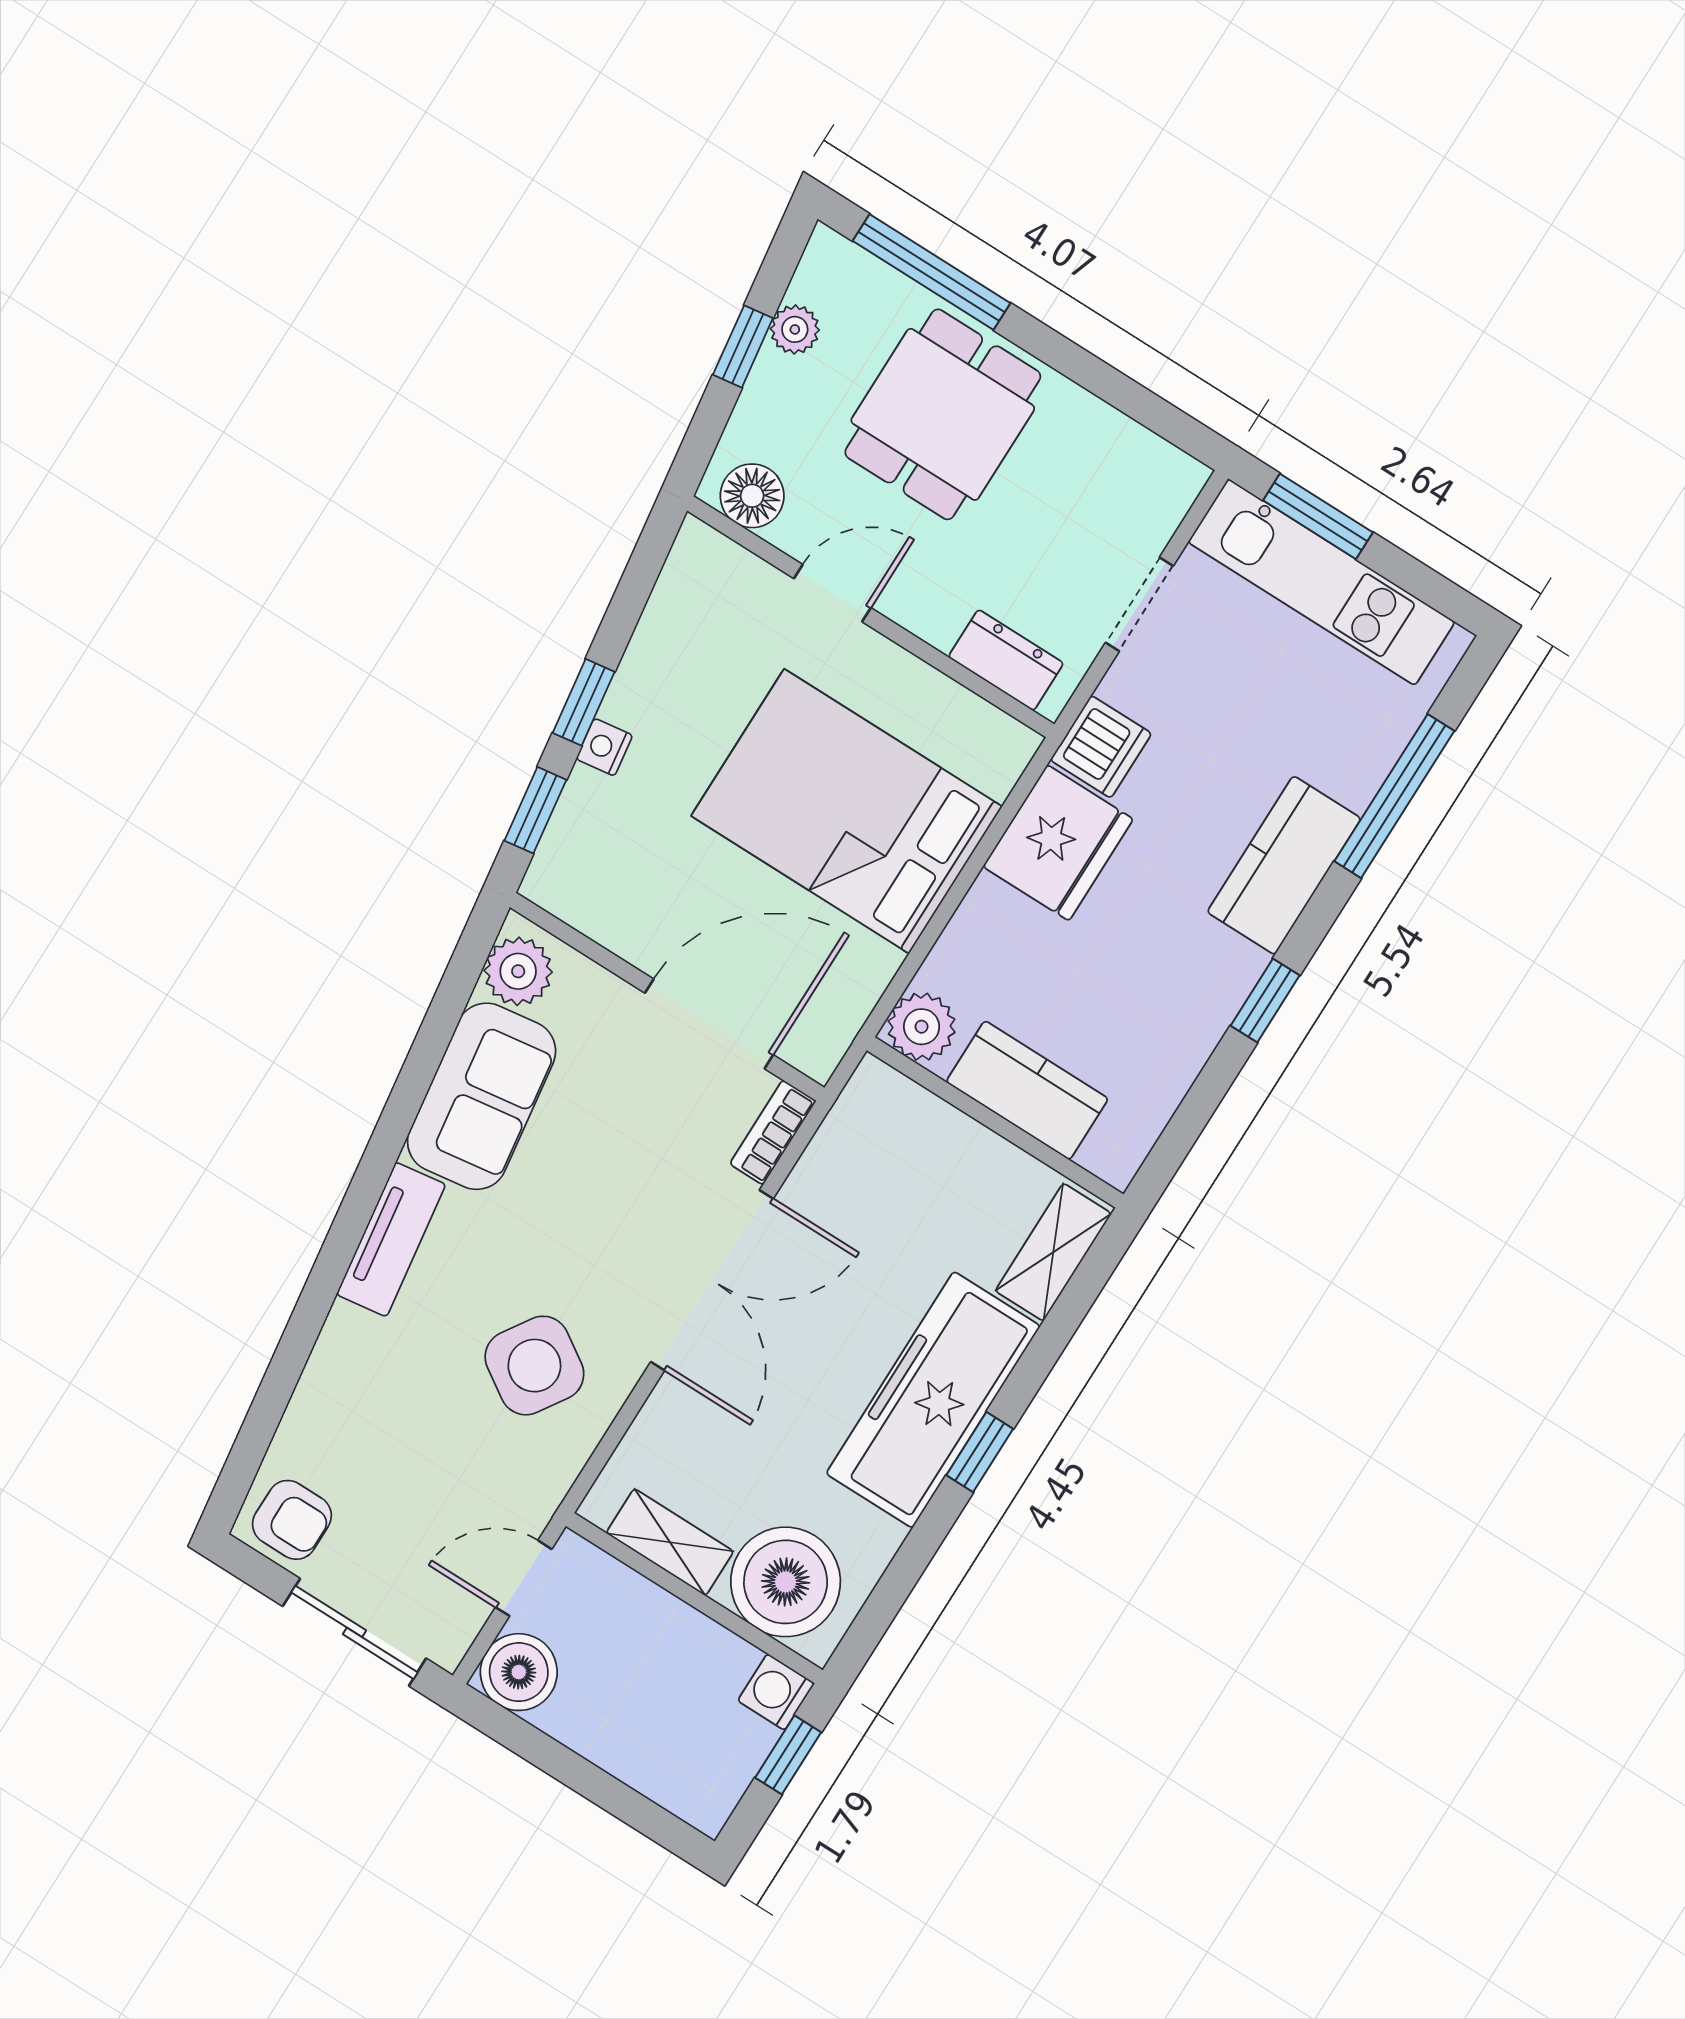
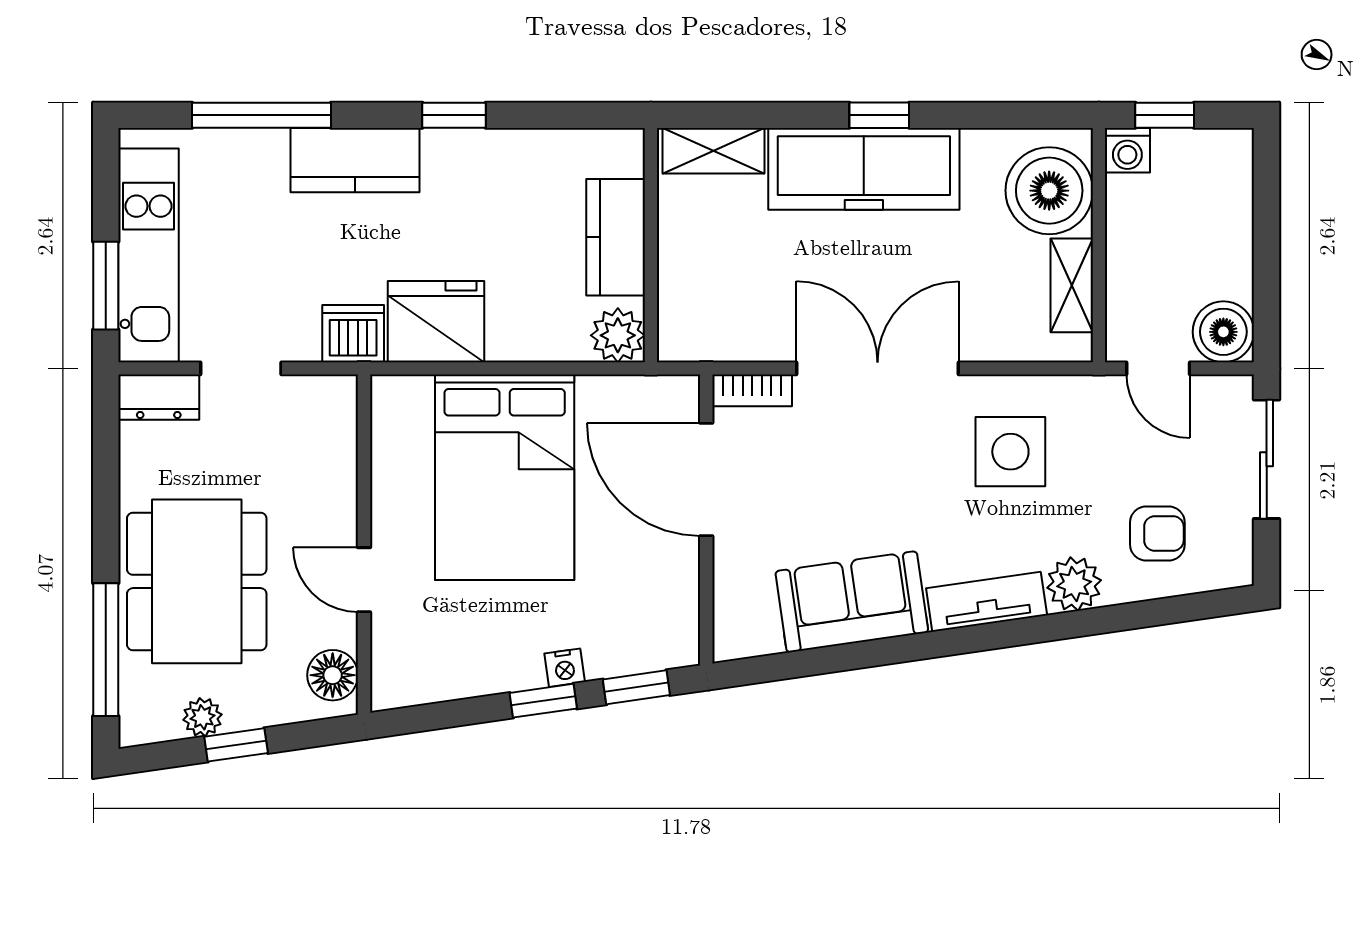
dining table: (943, 414) -> (197, 581), width x1.38
dresser: (1006, 660) -> (159, 397), moved, turned -90
plant: (518, 971) -> (1074, 584), moved
side table: (534, 1366) -> (1010, 452), turned -33
armchair: (292, 1520) -> (1157, 534), moved, turned 90

